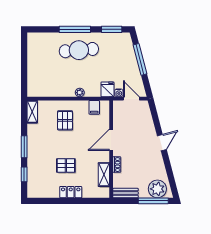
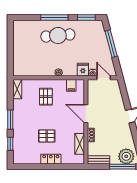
door: (111, 140) -> (86, 114), hinge flipped

